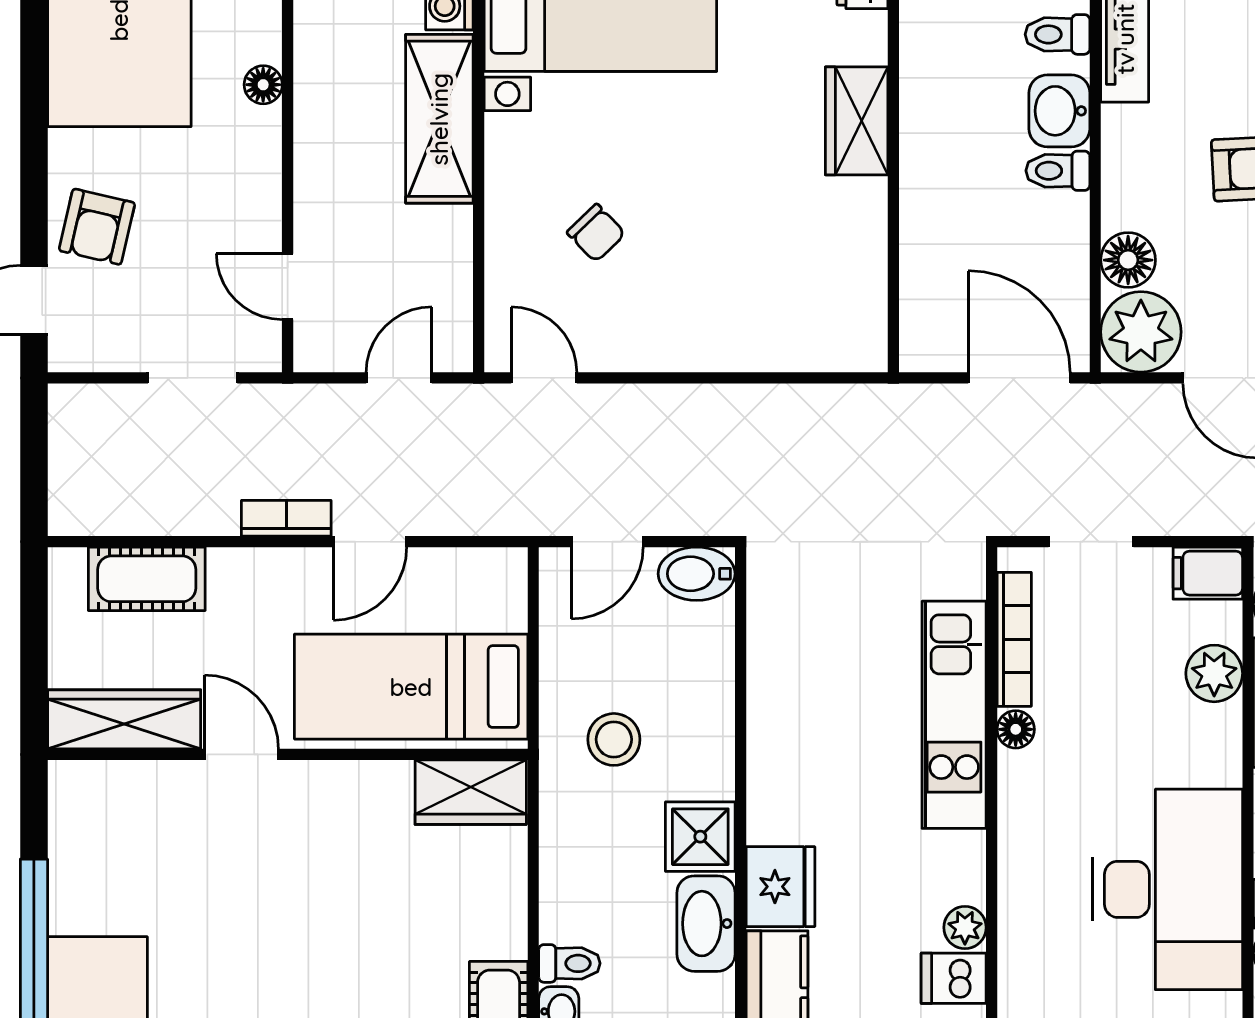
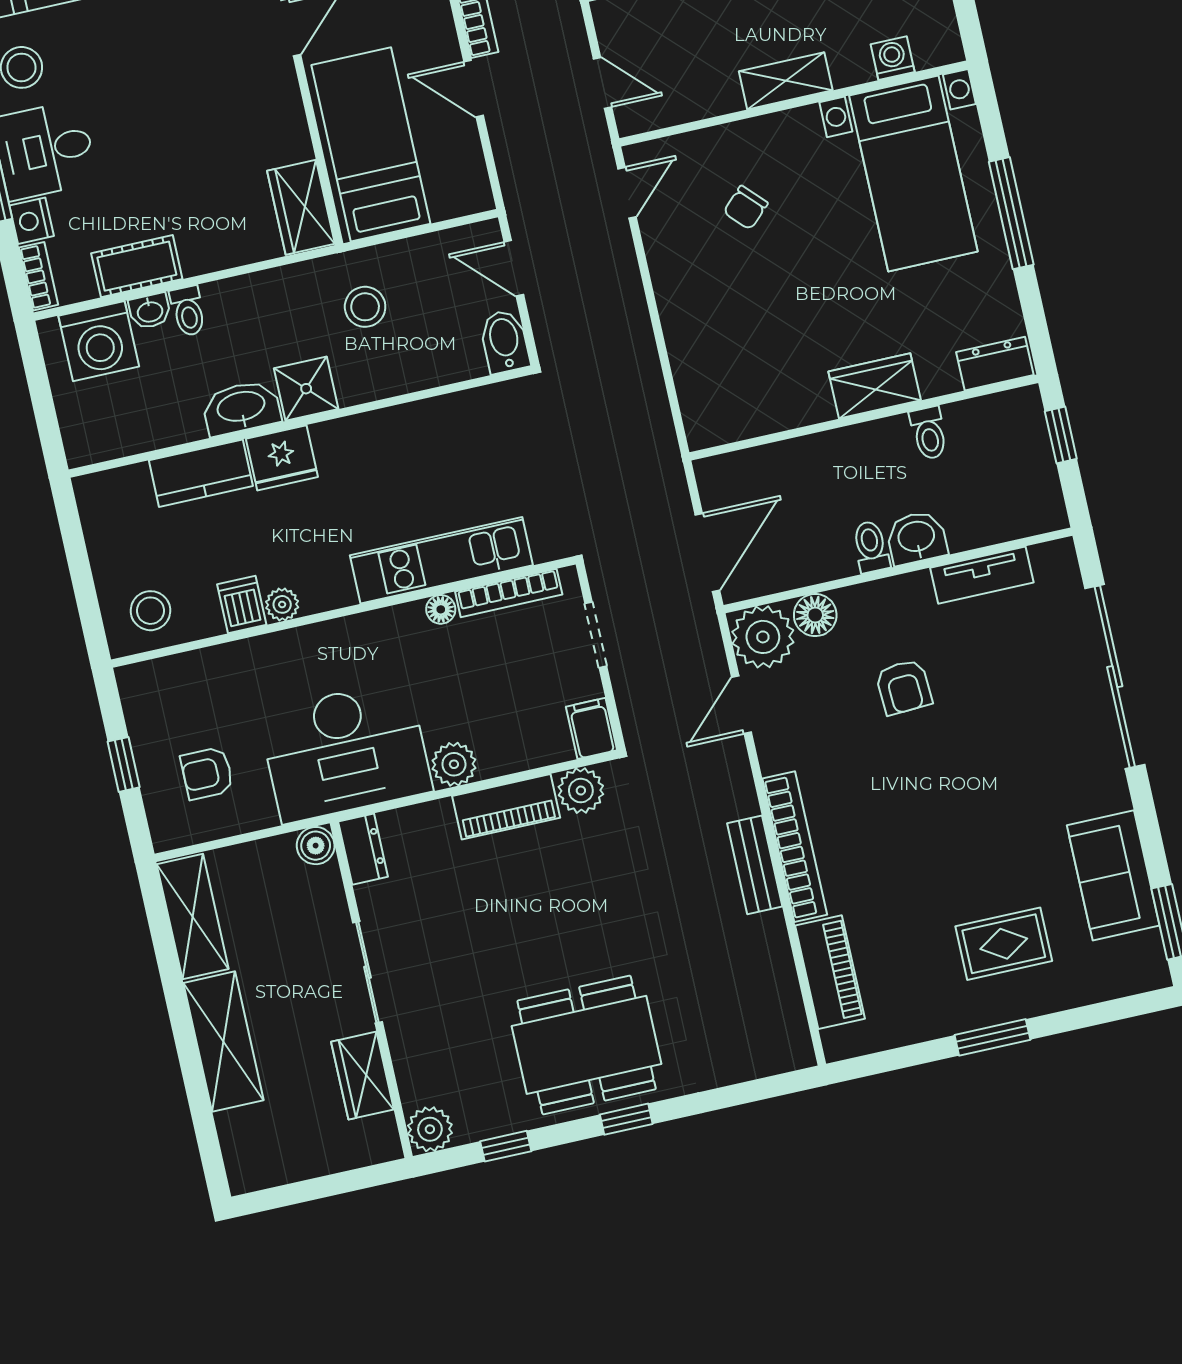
toilet: (1057, 34) -> (929, 433), moved, turned 180
shelving: (439, 119) -> (786, 81), width x0.67, depth x0.75
plant: (1214, 673) -> (454, 764), moved

